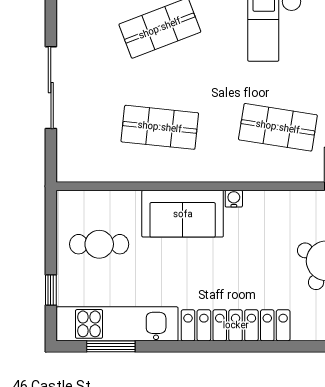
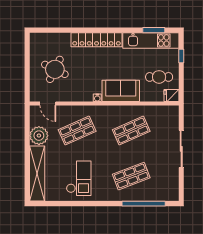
shop shelf: (160, 127) -> (131, 131), turned -30
shop shelf: (278, 127) -> (77, 131), turned -33
fridge: (72, 204) -> (171, 96), added

